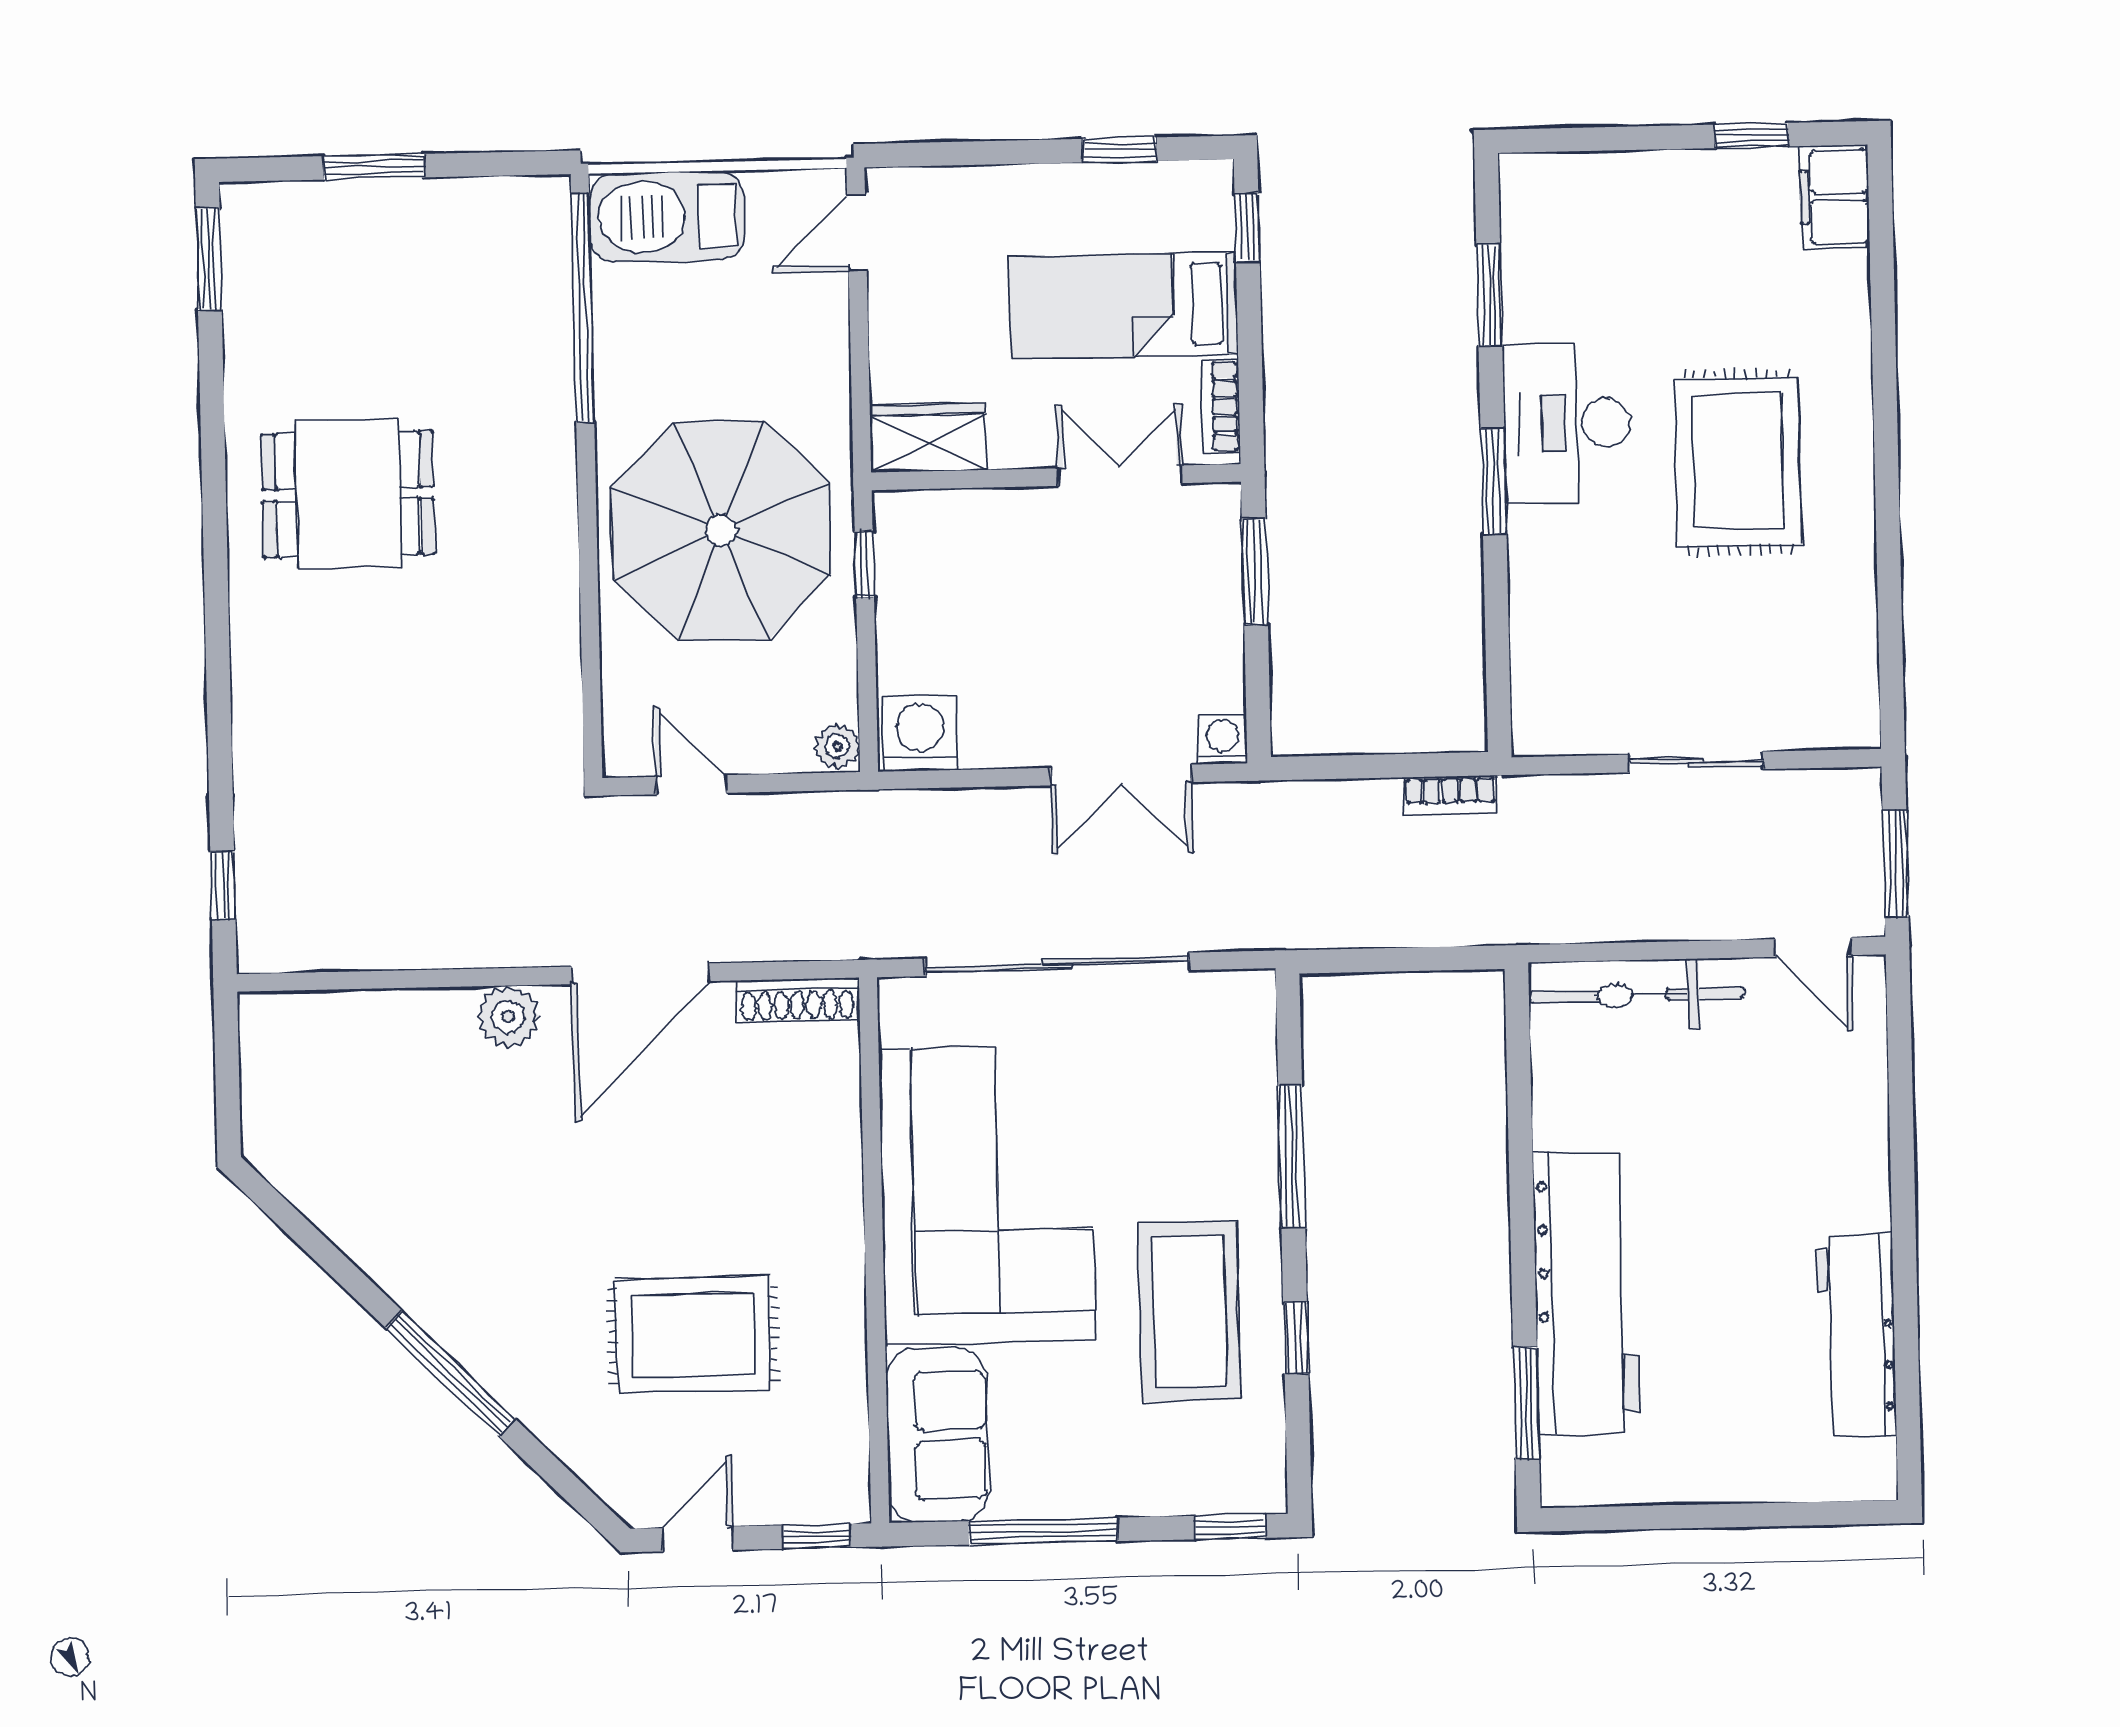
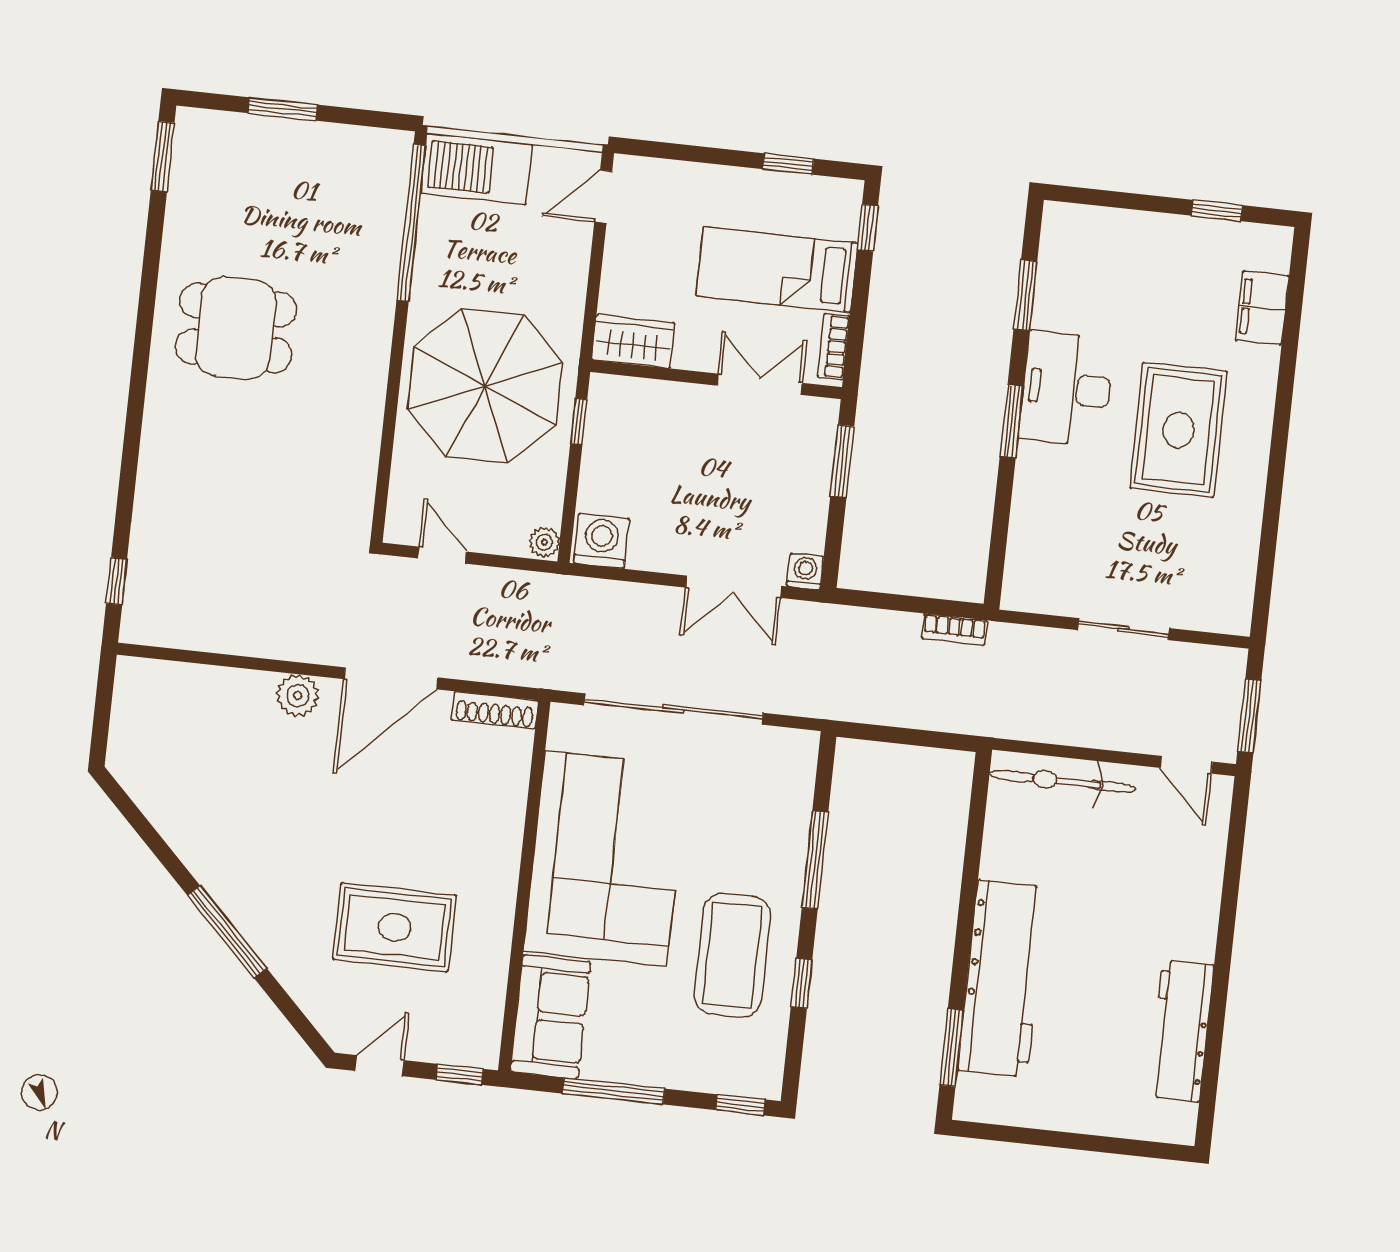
filing cabinet: (1834, 197) -> (1262, 308), moved

